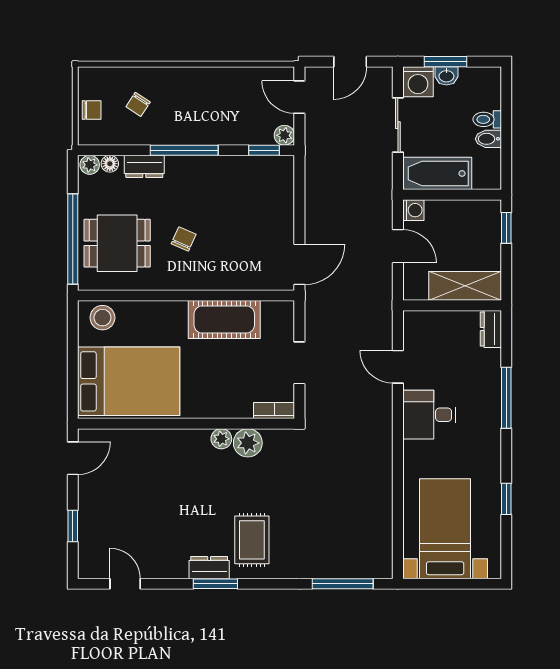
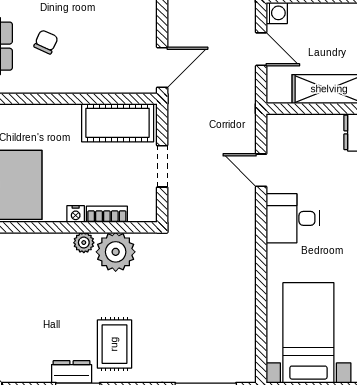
cot: (224, 320) -> (118, 123), moved
nightstand: (213, 410) -> (76, 214), added
bookcase: (274, 411) -> (107, 214), moved
plant: (248, 443) -> (116, 252), width x1.36, depth x1.36

